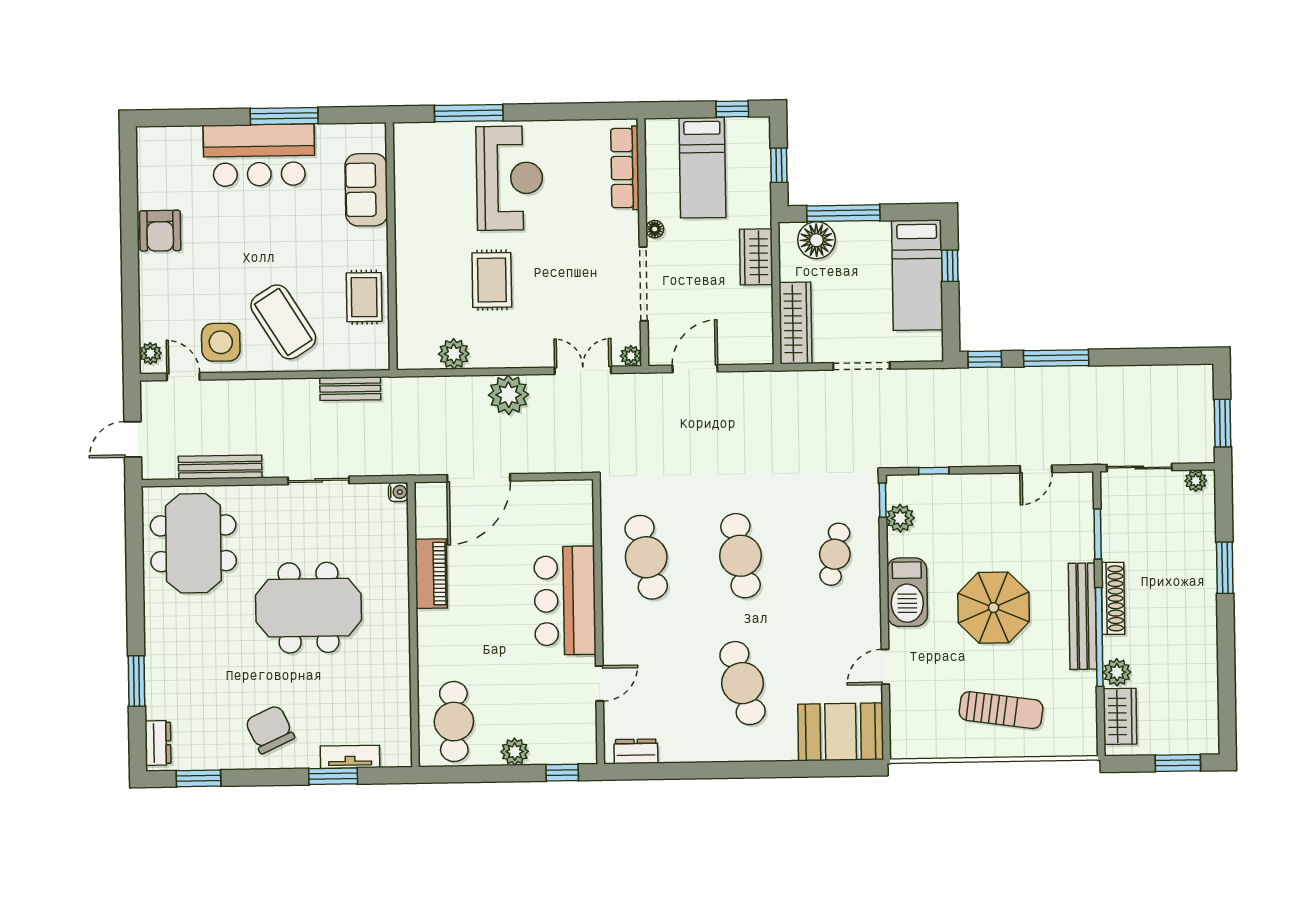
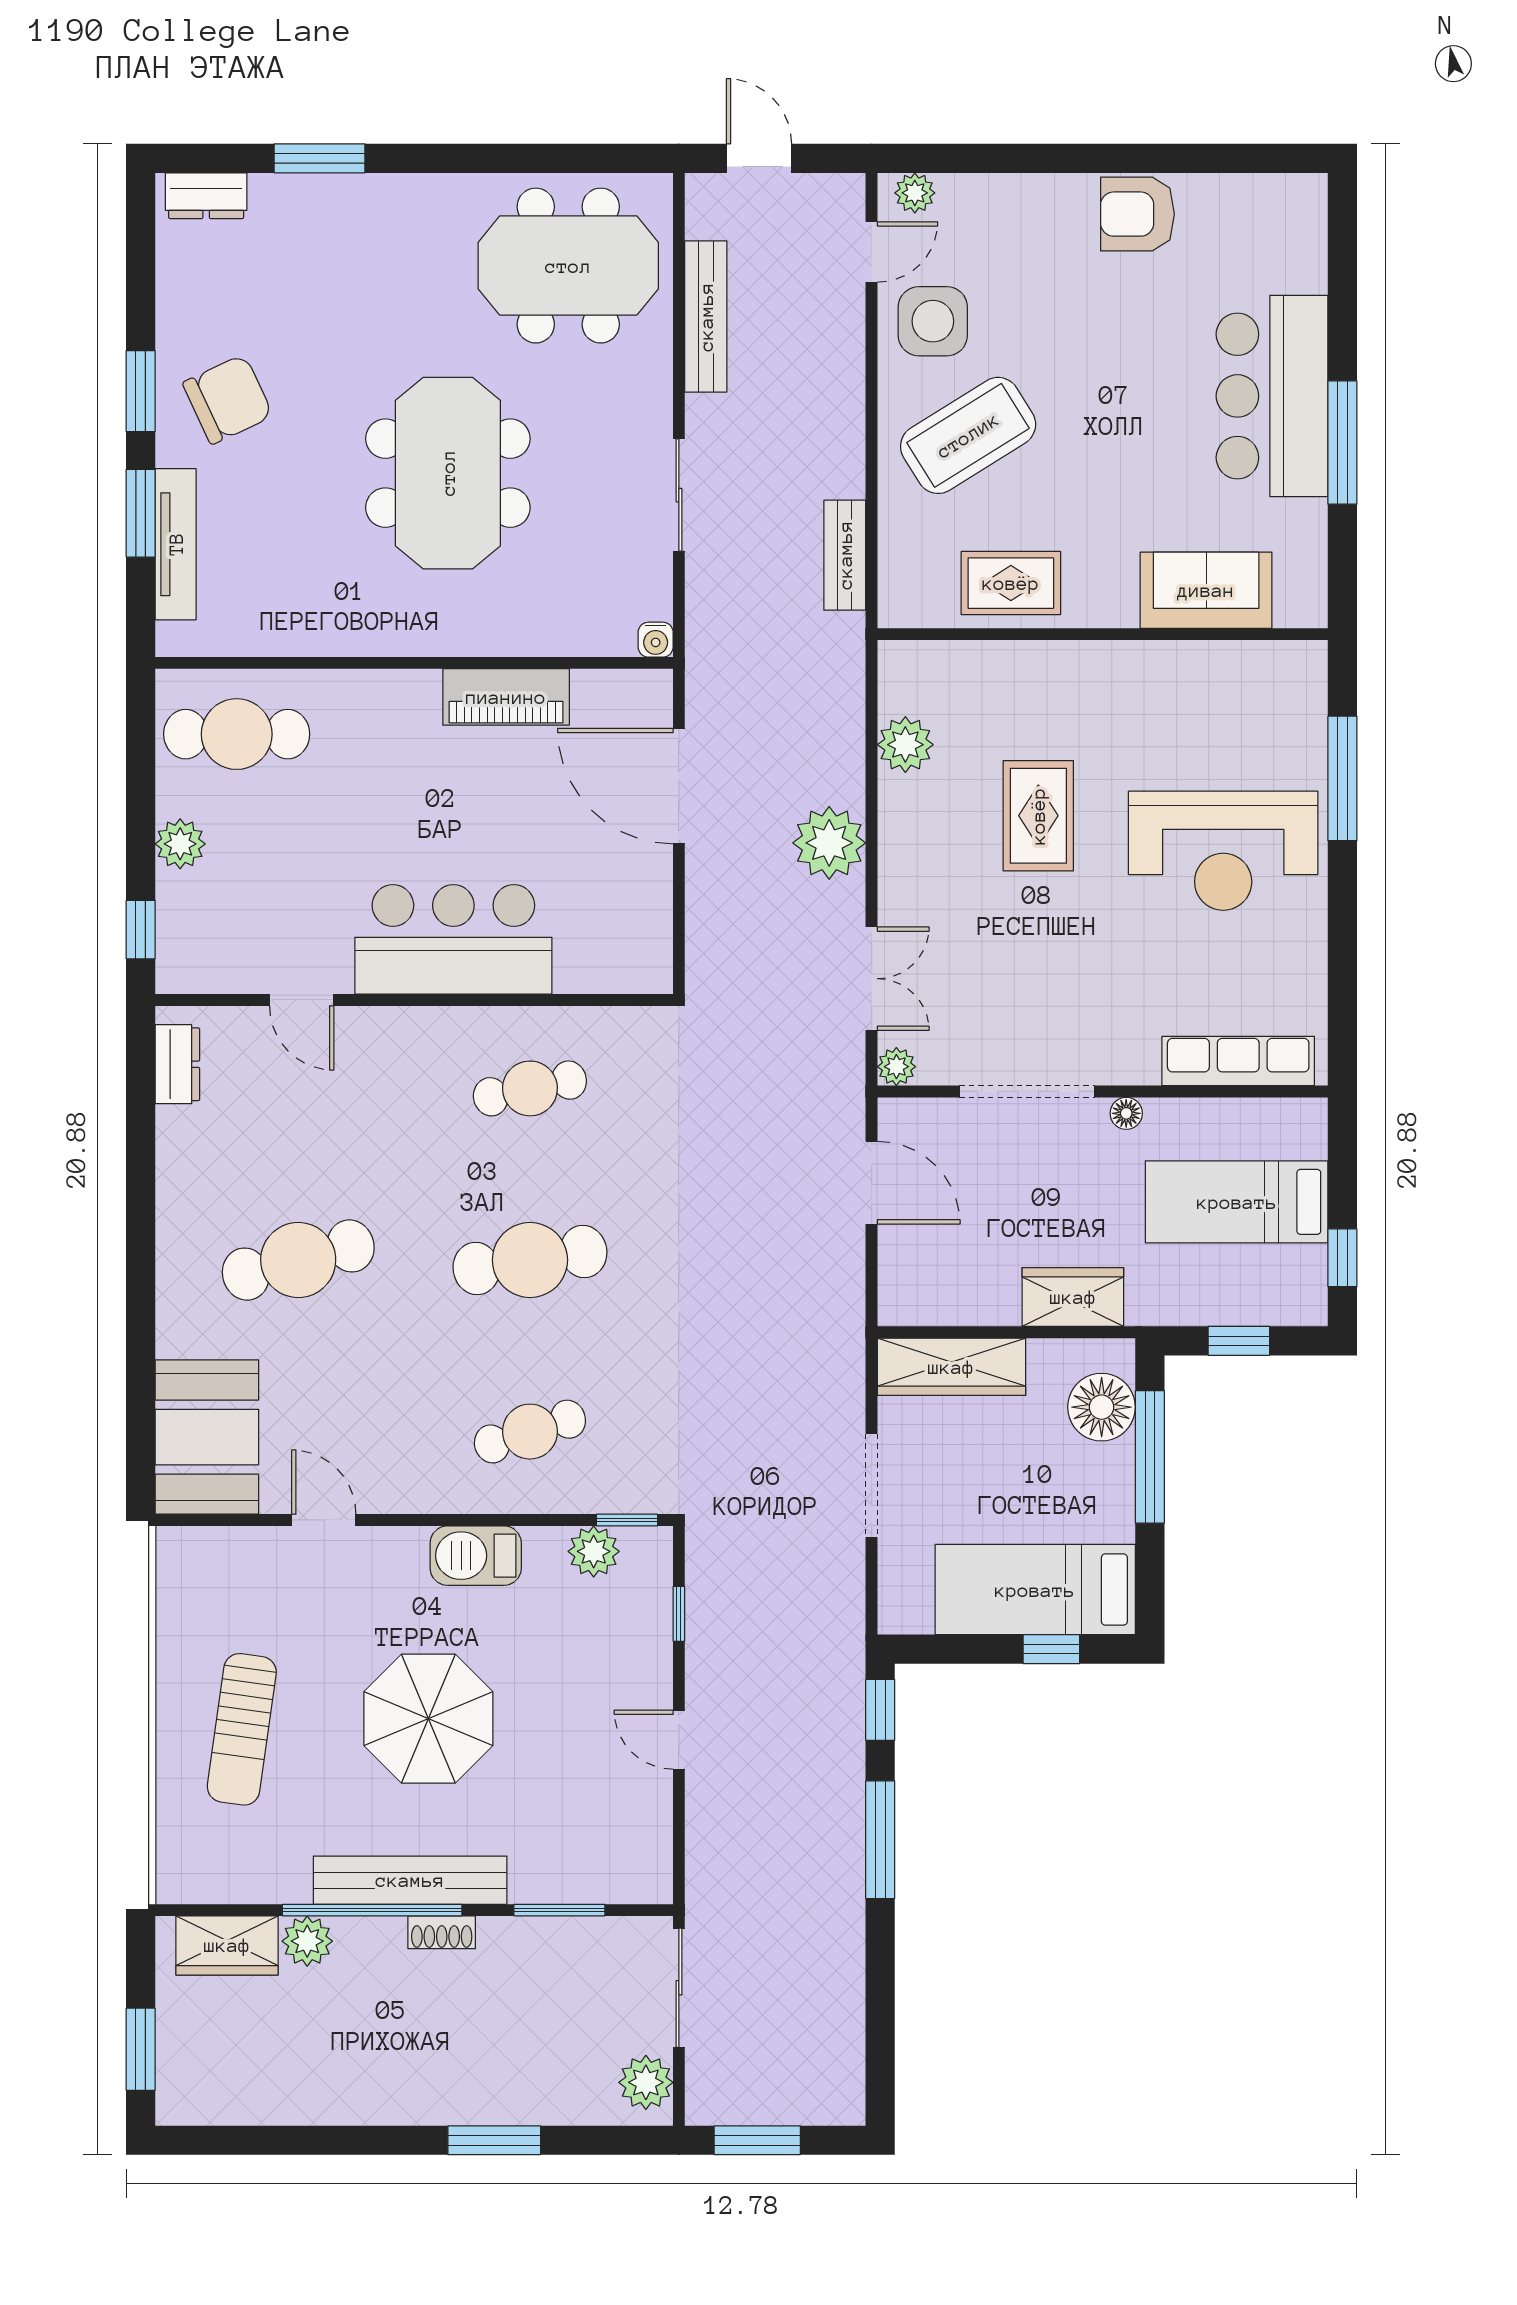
rug: (492, 280) -> (1038, 816), turned 90
door: (1036, 469) -> (679, 1740), moved
plant: (1196, 481) -> (646, 2082), width x1.38, depth x1.38
cafe table: (835, 554) -> (530, 1432), turned -30
cafe table: (646, 557) -> (530, 1088), width x0.73, depth x0.74
barbecue: (907, 592) -> (476, 1556), width x0.73, depth x0.83
shoe rack: (1113, 598) -> (442, 1932), width x0.51, depth x0.81
tv unit: (350, 757) -> (176, 544), width x1.41
window: (199, 778) -> (141, 391), moved

